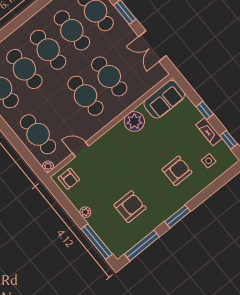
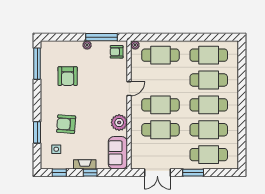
double door: (152, 46) -> (157, 173), swing flipped
fireplace: (209, 132) -> (85, 164), moved
door: (81, 150) -> (129, 89), moved
armchair: (177, 171) -> (66, 124), turned 94
window: (178, 216) -> (37, 132), moved
window: (97, 242) -> (101, 37), moved

